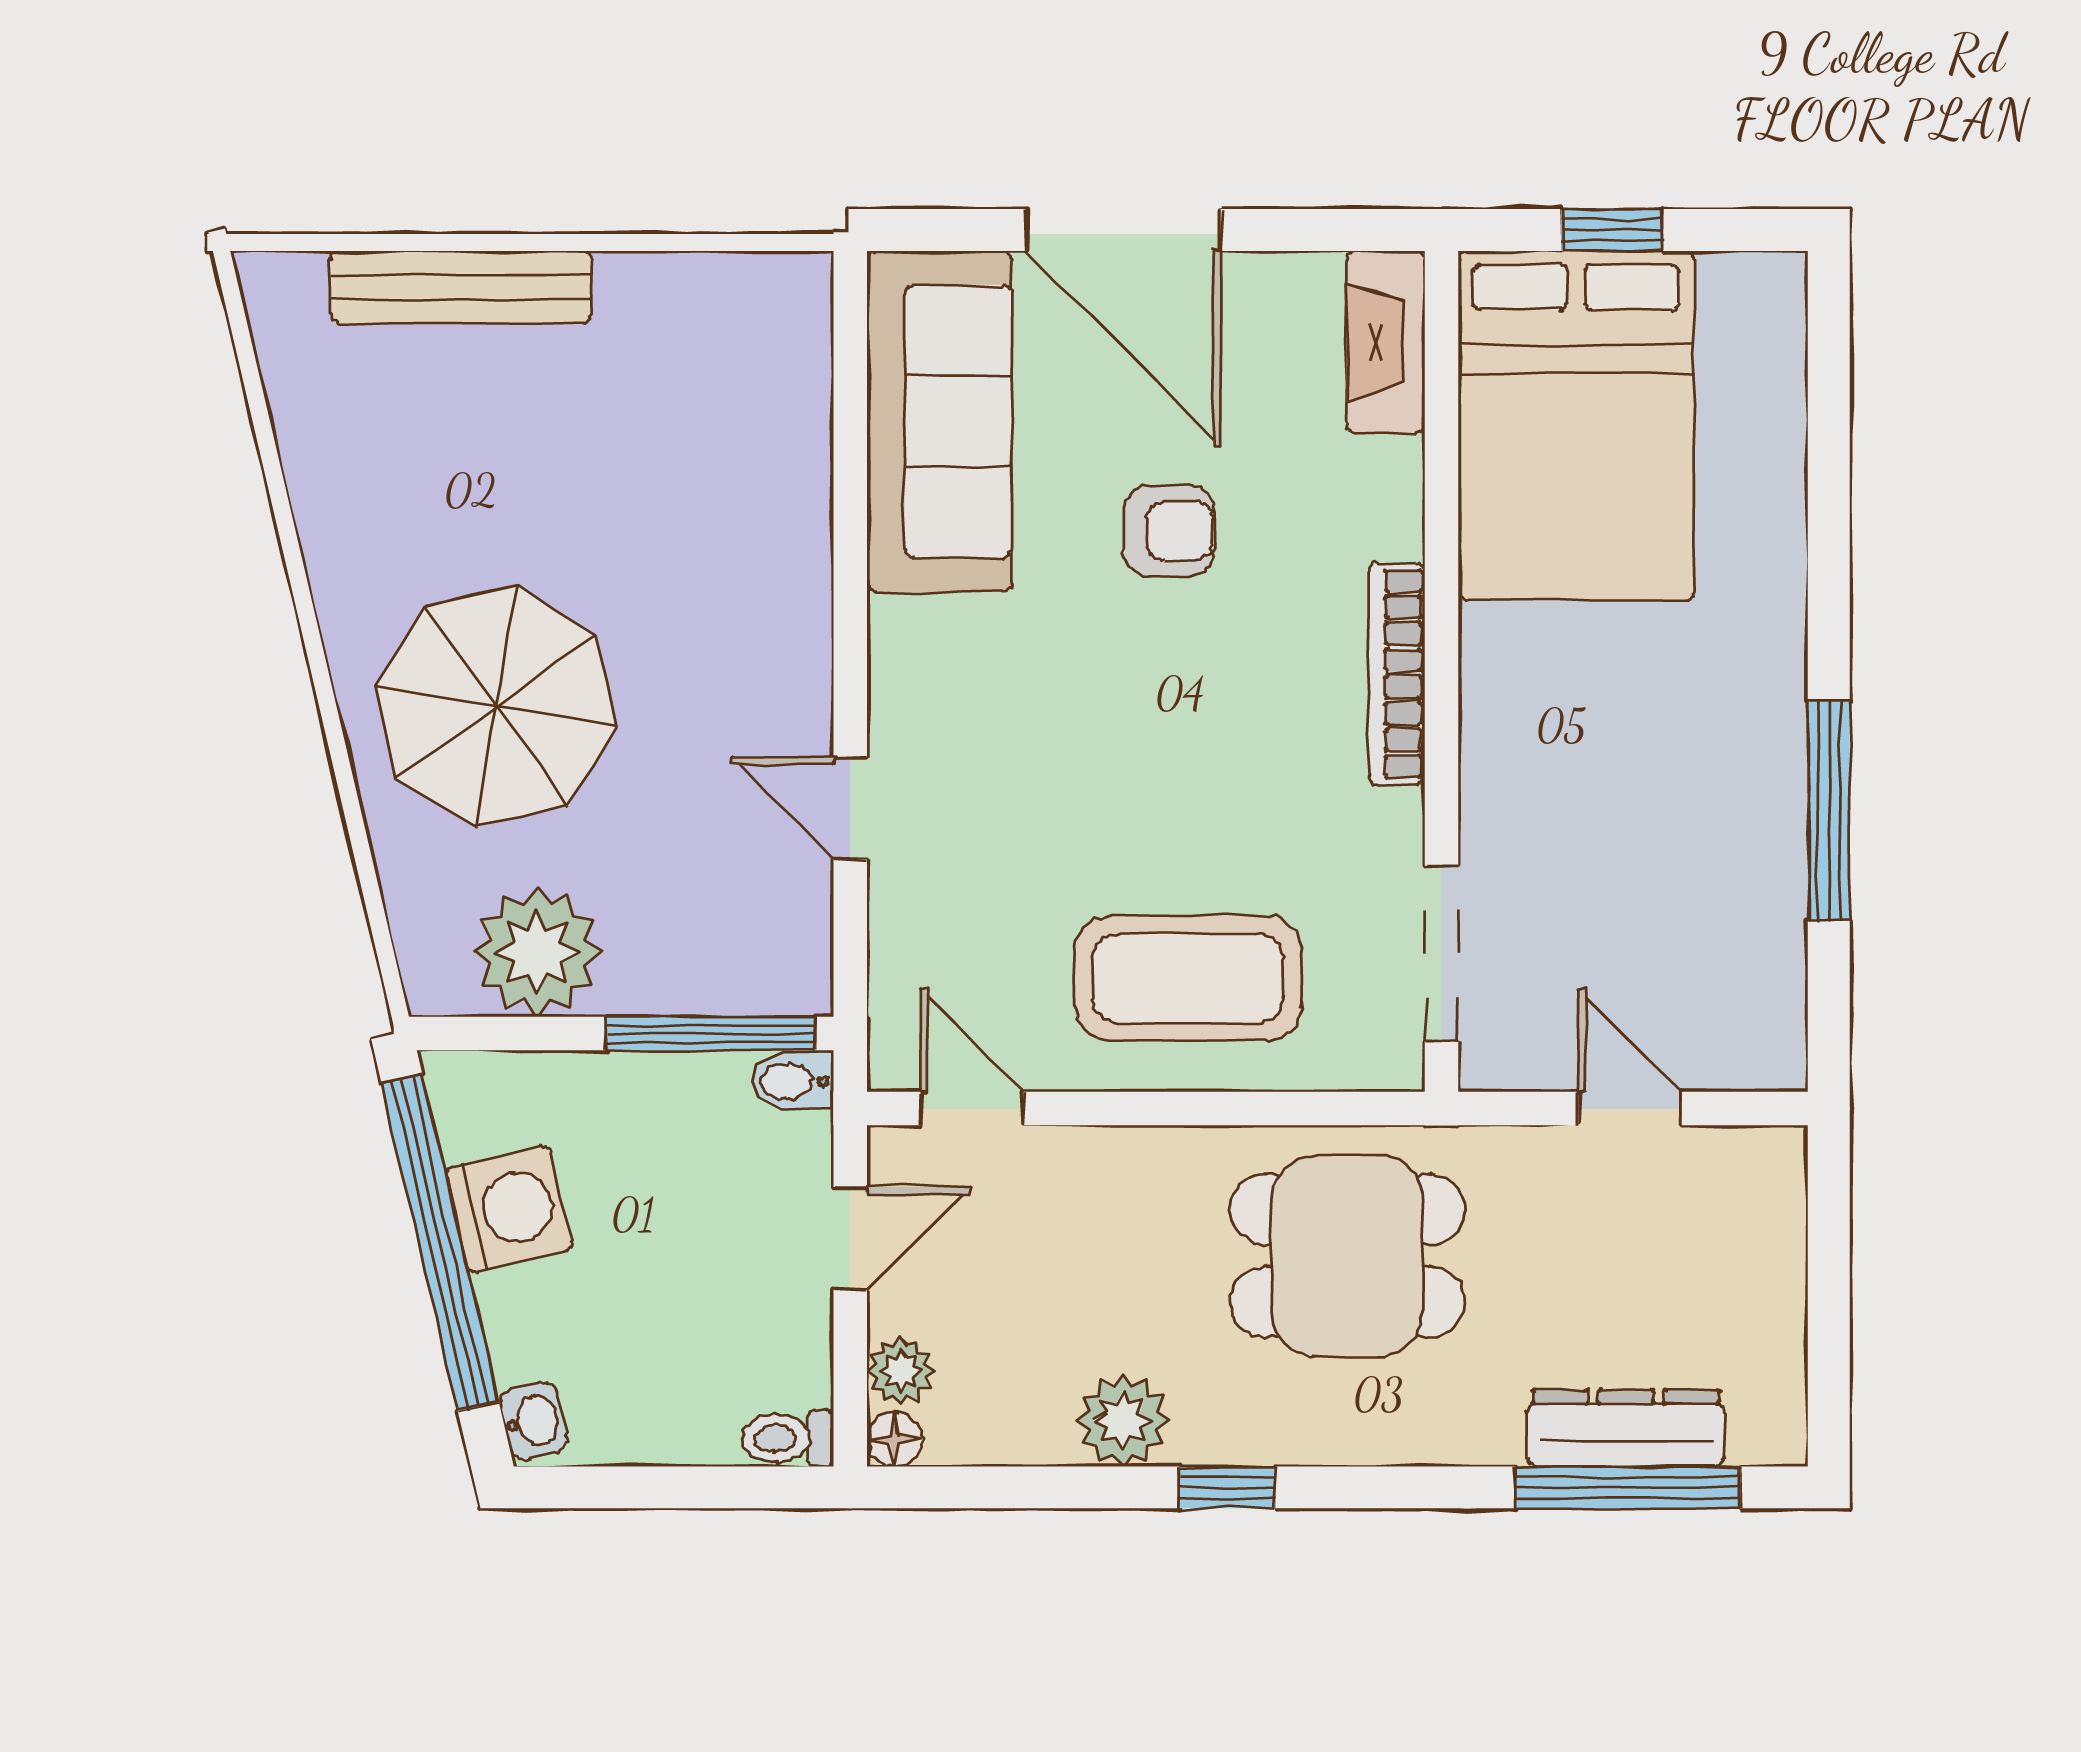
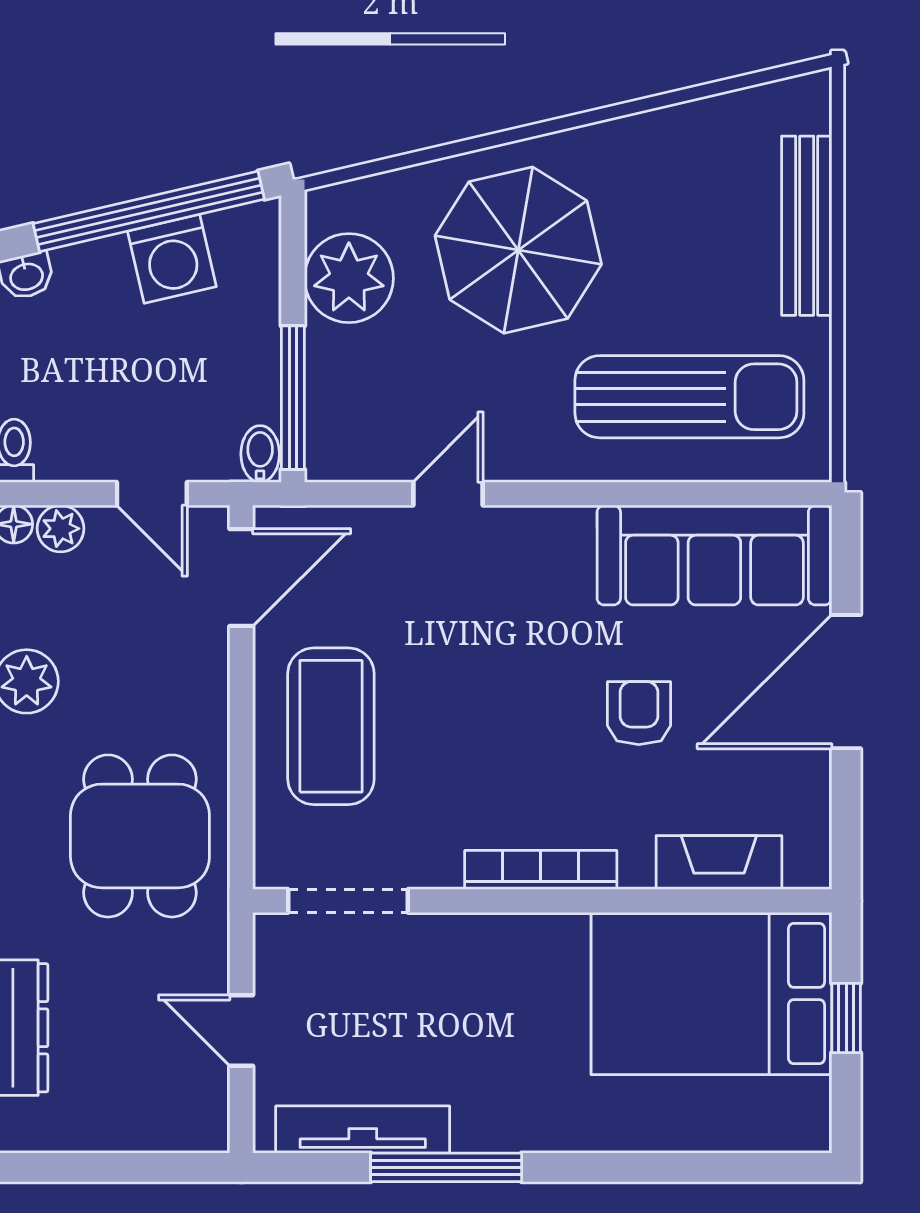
fireplace: (1386, 342) -> (719, 862), moved
sun lounger: (709, 458) -> (689, 397), added
armchair: (1169, 531) -> (639, 713), turned 180
tv unit: (1774, 932) -> (363, 1129), added
door: (972, 1109) -> (241, 578), width x1.38
door: (1630, 1109) -> (241, 1030), swing flipped

